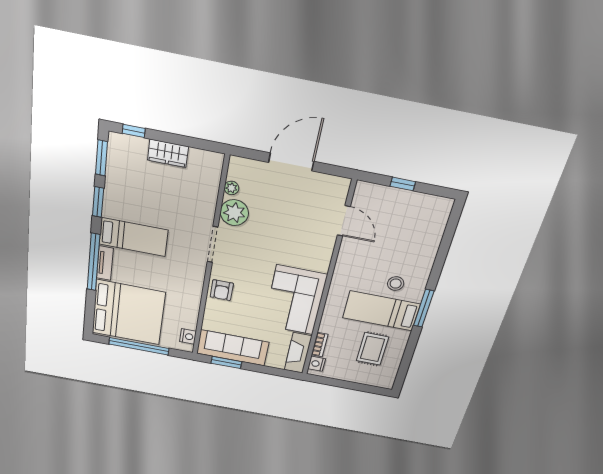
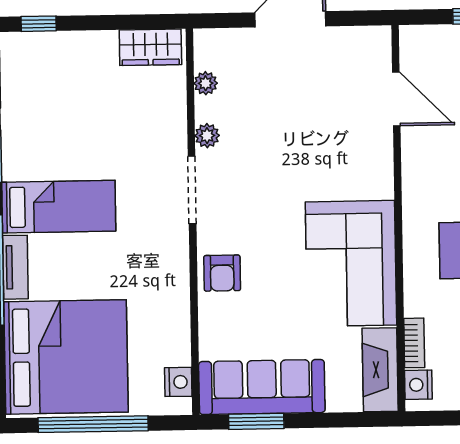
wardrobe: (168, 153) -> (150, 47), moved
plant: (234, 213) -> (207, 136), width x0.53, depth x0.53

